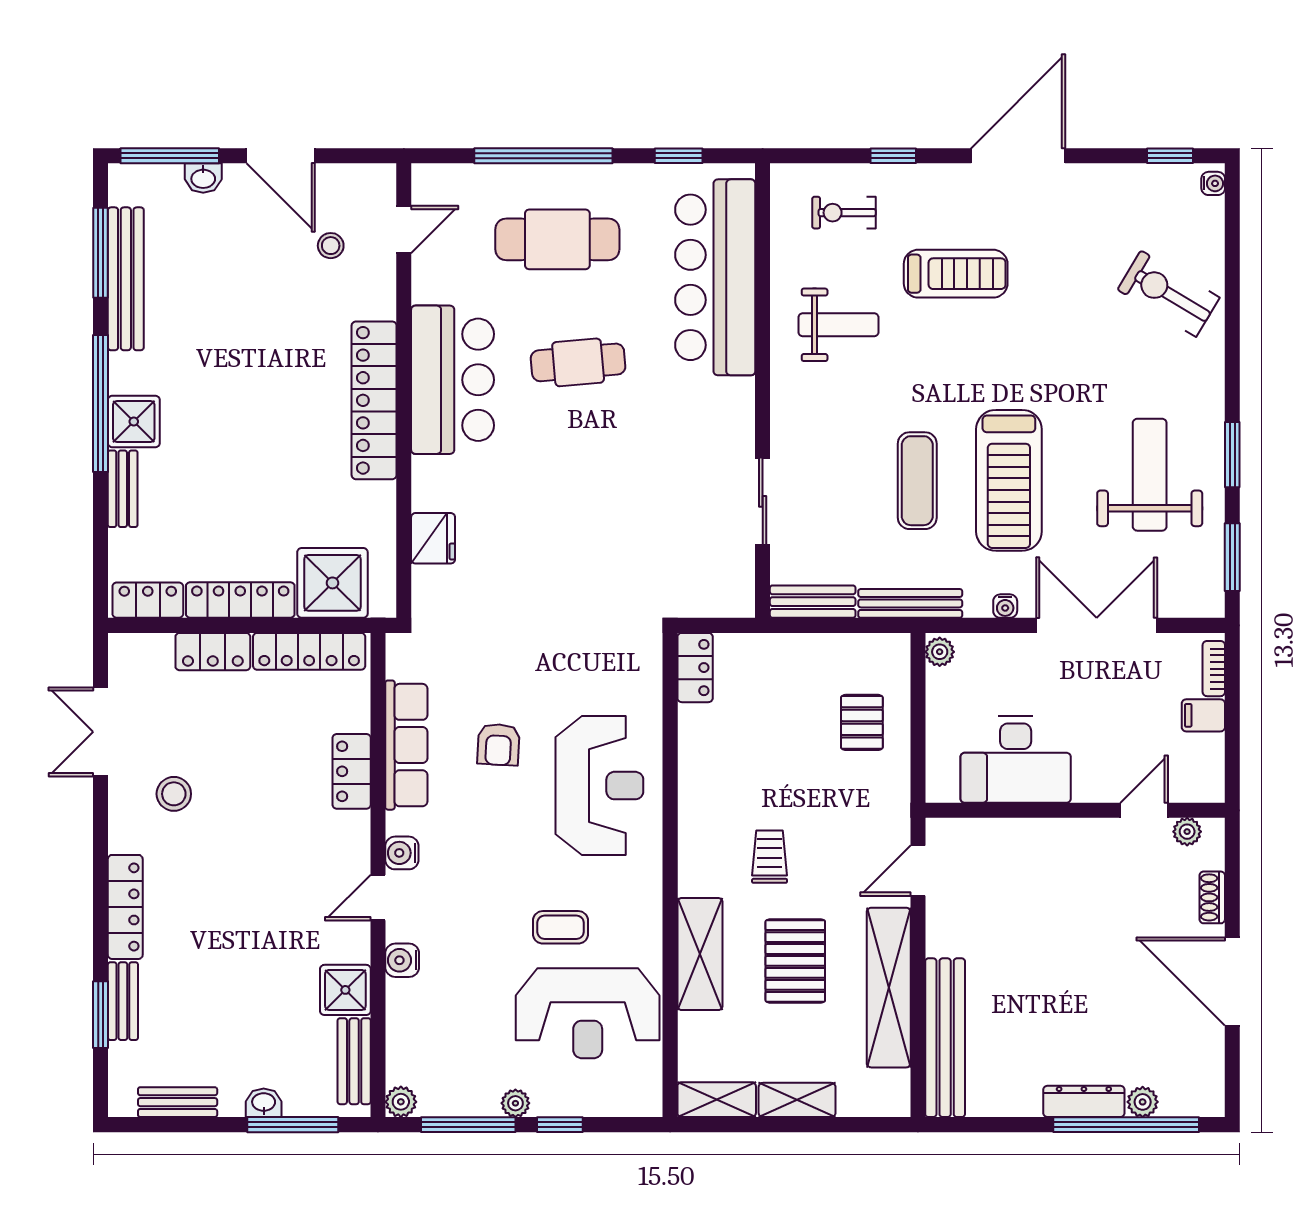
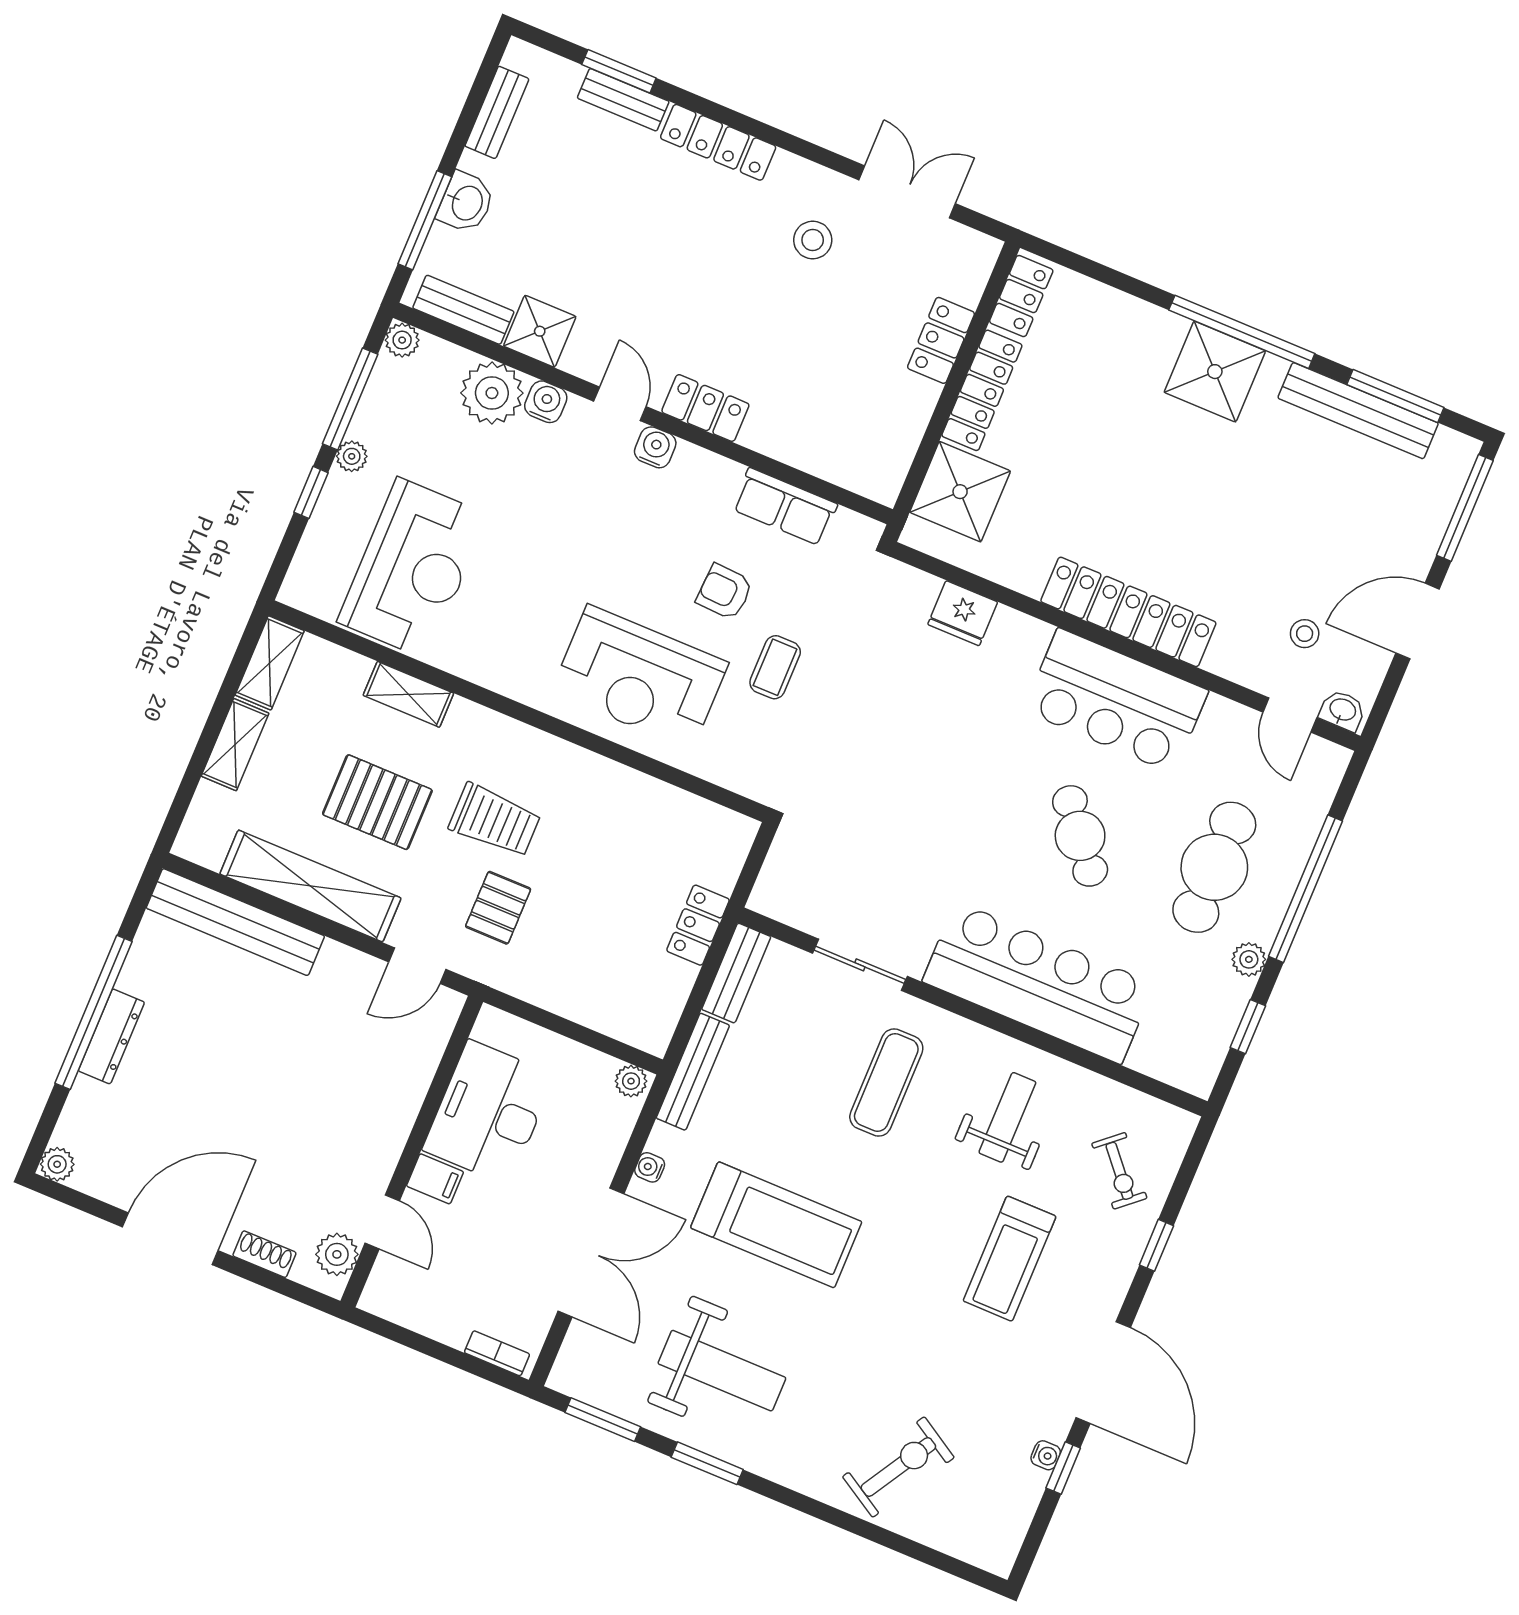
window: (1170, 156) -> (1063, 1468), moved
washbasin: (203, 178) -> (1342, 710), moved, turned 90
plant: (622, 178) -> (1249, 959), added
water cooler: (1213, 183) -> (1046, 1455), moved, turned -90
exercise bike: (844, 213) -> (1119, 1171), turned 139
bar counter: (715, 277) -> (1038, 983), moved
weight bench: (838, 325) -> (1007, 1117), turned 180
cafe table: (578, 362) -> (1080, 836), turned -34
shower: (134, 421) -> (1215, 372), width x1.36, depth x1.36
treadmill: (1009, 480) -> (776, 1225), turned 180
exercise mat: (917, 481) -> (886, 1083), moved, turned 90
bench: (123, 489) -> (1145, 318), removed
locker: (309, 651) -> (900, 439), removed
locker: (695, 668) -> (698, 925), moved, turned 90
filing cabinet: (1203, 715) -> (435, 1179), moved, turned 90
pallet: (862, 722) -> (498, 908), moved, turned 90
row of seats: (406, 745) -> (785, 507), width x0.68
locker: (352, 771) -> (705, 408), moved
plant: (1187, 832) -> (337, 1254), width x1.38, depth x1.38
trolley: (770, 857) -> (495, 820), width x1.36, depth x1.39
door: (918, 871) -> (417, 966), swing flipped
coffee table: (561, 927) -> (775, 667), moved
shelving: (700, 954) -> (408, 694), width x0.67, depth x0.75
plant: (414, 1008) -> (492, 393), added
reception desk: (588, 1013) -> (413, 568), turned 180
plant: (1143, 1102) -> (57, 1164), moved
washbasin: (264, 1103) -> (466, 203), width x1.38, depth x1.45
window: (1126, 1125) -> (94, 1012), moved

